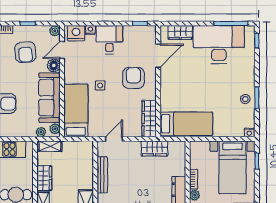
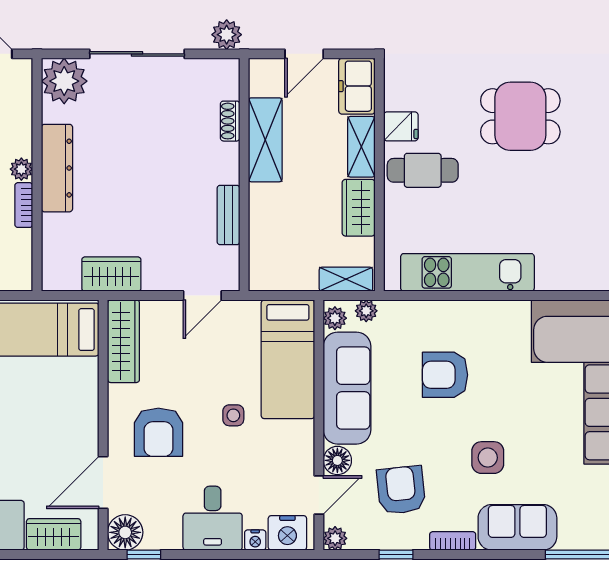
floor lamp: (148, 33) -> (125, 532), added
bench: (102, 175) -> (228, 215), width x0.73

